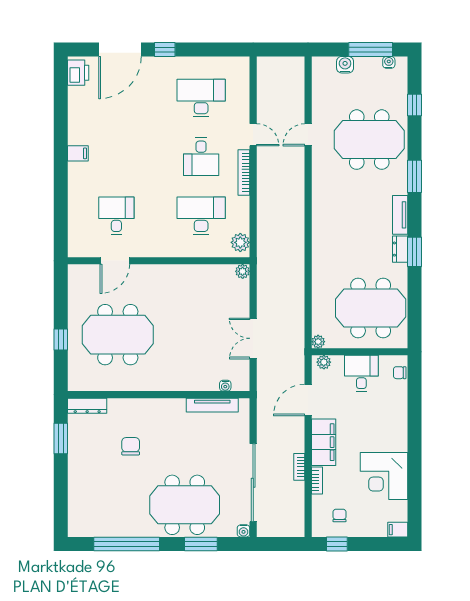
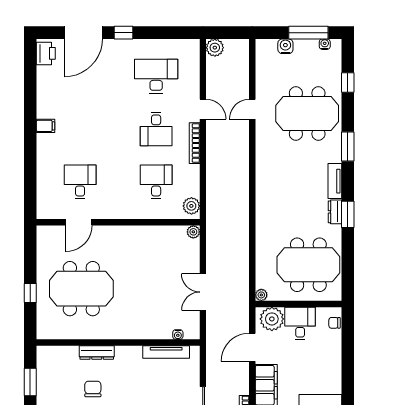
plant: (266, 66) -> (215, 48), added
desk: (201, 216) -> (156, 182), width x0.73
plant: (324, 362) -> (272, 319), width x1.88, depth x1.88
dresser: (87, 406) -> (97, 352), moved

